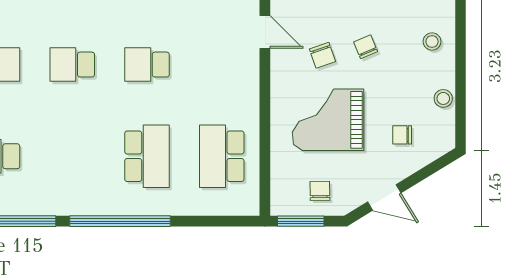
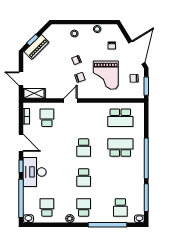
door: (384, 197) -> (137, 53), width x1.88

